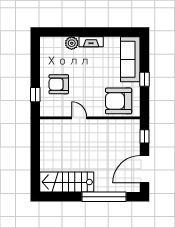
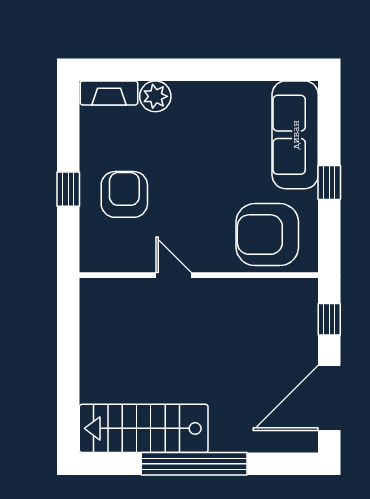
fireplace: (91, 42) -> (109, 93), moved
armchair: (59, 84) -> (124, 194), turned 90
window: (35, 95) -> (68, 189), moved
window: (104, 197) -> (194, 464), moved

